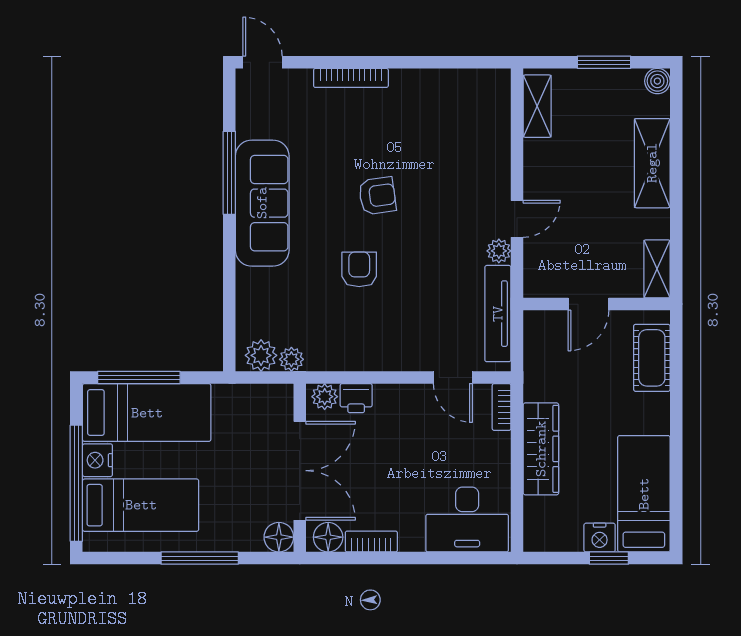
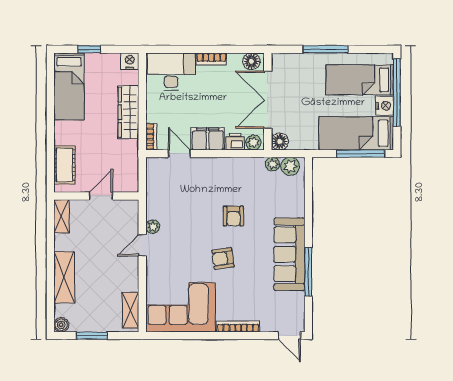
corner sofa: (451, 111) -> (180, 307), added
tv unit: (498, 314) -> (153, 190), removed
filing cabinet: (404, 403) -> (208, 139), added
floor lamp: (279, 537) -> (280, 141), moved
nightstand: (600, 538) -> (130, 61), moved
bookcase: (371, 542) -> (211, 59), moved

